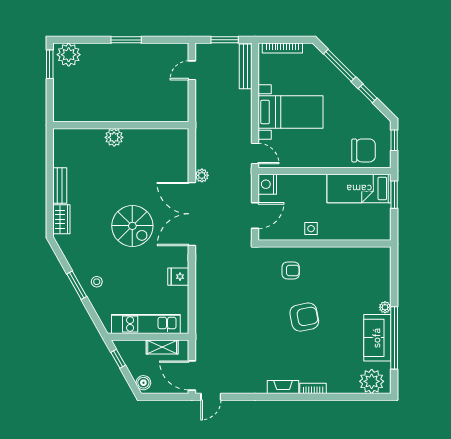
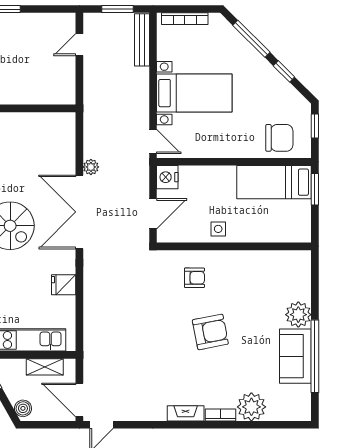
plant: (385, 307) -> (298, 315), width x1.88, depth x1.88
plant: (372, 381) -> (251, 407), moved

